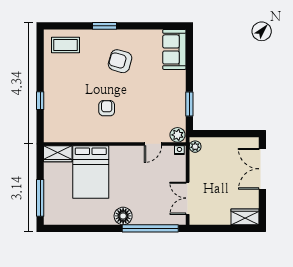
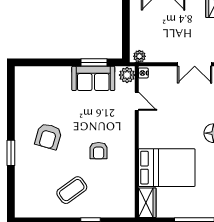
coffee table: (66, 45) -> (72, 190), moved, turned 54
sofa: (174, 49) -> (93, 78), moved
armchair: (107, 108) -> (99, 151), turned -90

